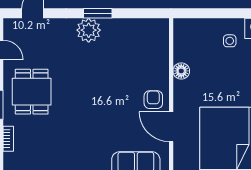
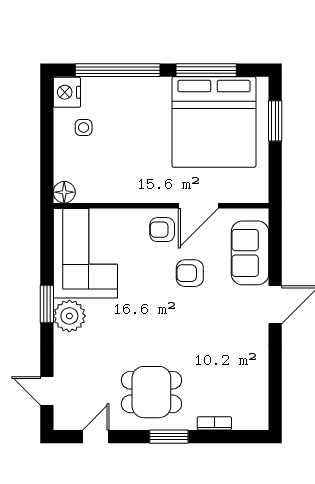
corner sofa: (136, 42) -> (85, 253), added
floor lamp: (181, 71) -> (64, 192), moved
armchair: (121, 120) -> (190, 273), added

